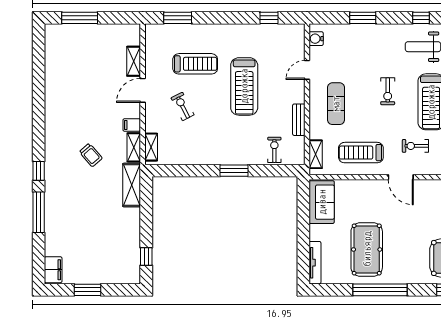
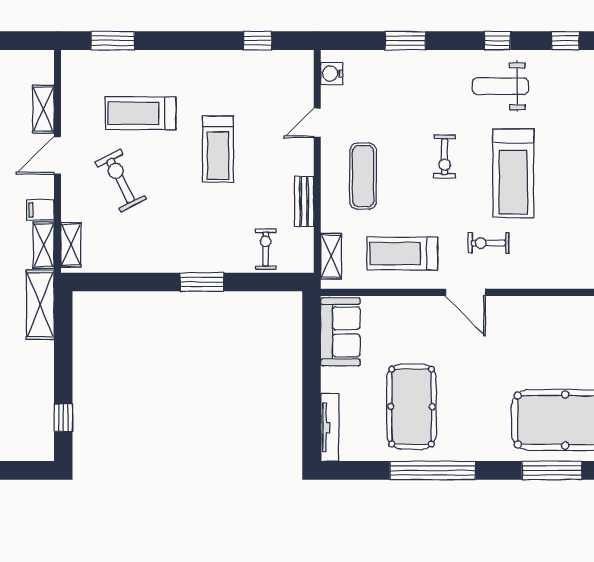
treadmill: (195, 64) -> (141, 113), turned 180
treadmill: (244, 86) -> (218, 149), width x0.73, depth x0.73
exercise bike: (183, 106) -> (121, 181), width x1.38, depth x1.39

